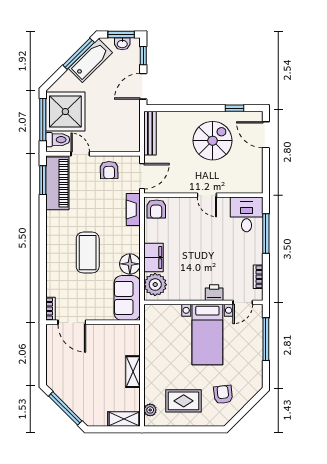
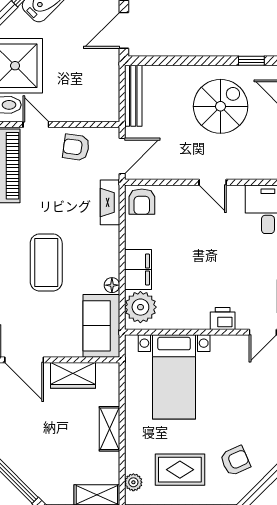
armchair: (109, 170) -> (76, 147), turned 99
floor lamp: (130, 264) -> (112, 285), width x0.53, depth x0.53
wardrobe: (107, 333) -> (73, 375), added
bed with nightstands: (207, 335) -> (174, 377), moved
armchair: (223, 395) -> (235, 461), turned 72

